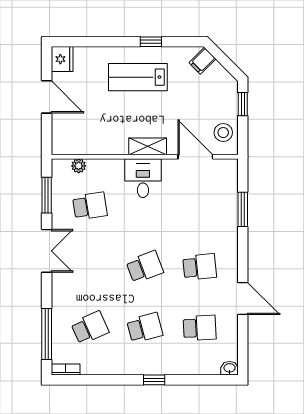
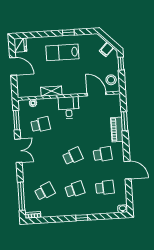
filing cabinet: (202, 61) -> (107, 49), moved
shelving: (148, 146) -> (51, 91), moved
piano: (228, 224) -> (117, 130), added

